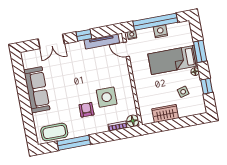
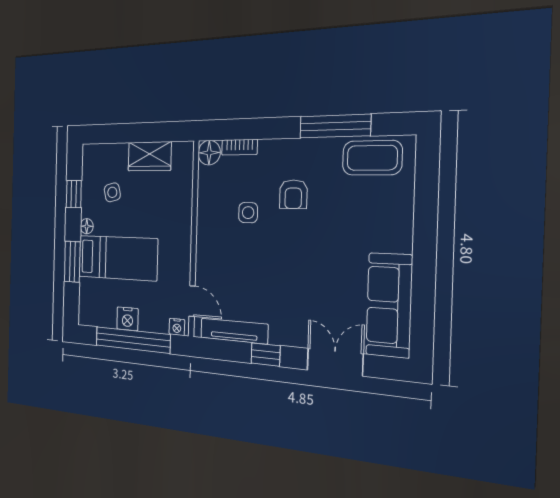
sofa: (37, 90) -> (389, 305), moved
side table: (107, 97) -> (248, 213), width x0.54, depth x0.54

